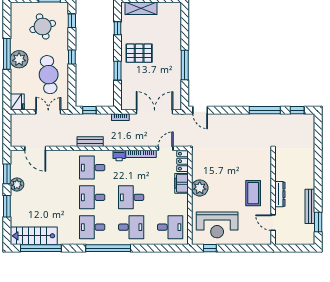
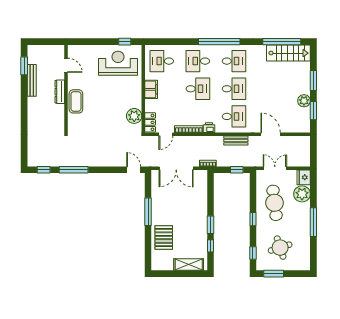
pallet: (139, 53) -> (164, 238), moved, turned 90
plant: (19, 59) -> (302, 194), moved
window: (117, 71) -> (211, 225), moved
double door: (48, 112) -> (275, 168), swing flipped
door: (35, 148) -> (271, 134), moved
filing cabinet: (181, 183) -> (151, 89), moved
plant: (200, 188) -> (134, 116), moved
coffee table: (253, 193) -> (76, 101), moved

